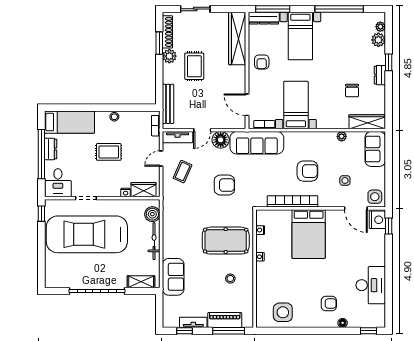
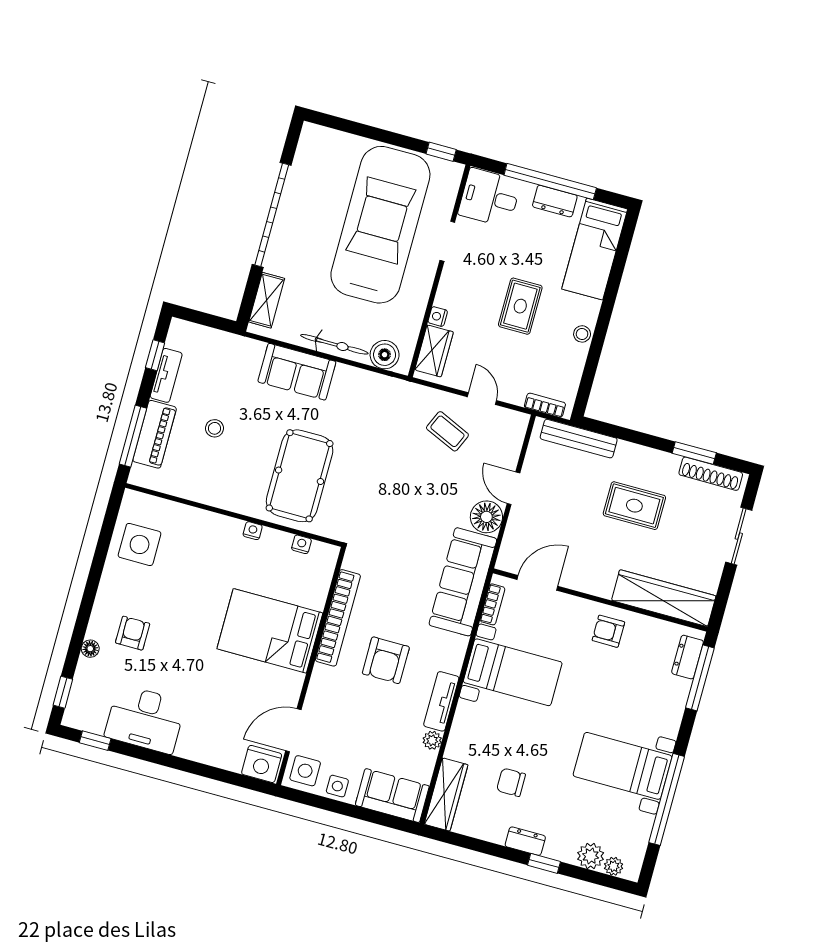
dresser: (264, 18) -> (688, 657), width x0.70
bed with nightstands: (300, 36) -> (623, 766), moved
plant: (169, 56) -> (665, 465), removed
tv unit: (178, 137) -> (441, 701), moved
side table: (345, 180) -> (337, 786), moved
armchair: (224, 185) -> (402, 501), removed
window: (389, 226) -> (95, 741), moved
sofa: (173, 277) -> (297, 372), moved
stool: (230, 279) -> (214, 428), moved
armchair: (329, 304) -> (133, 633), turned 180

